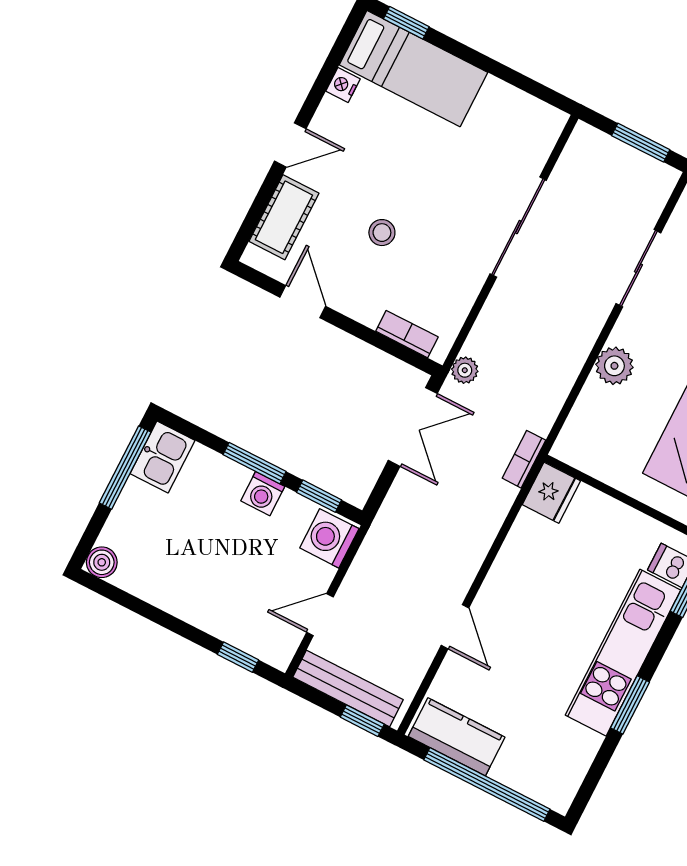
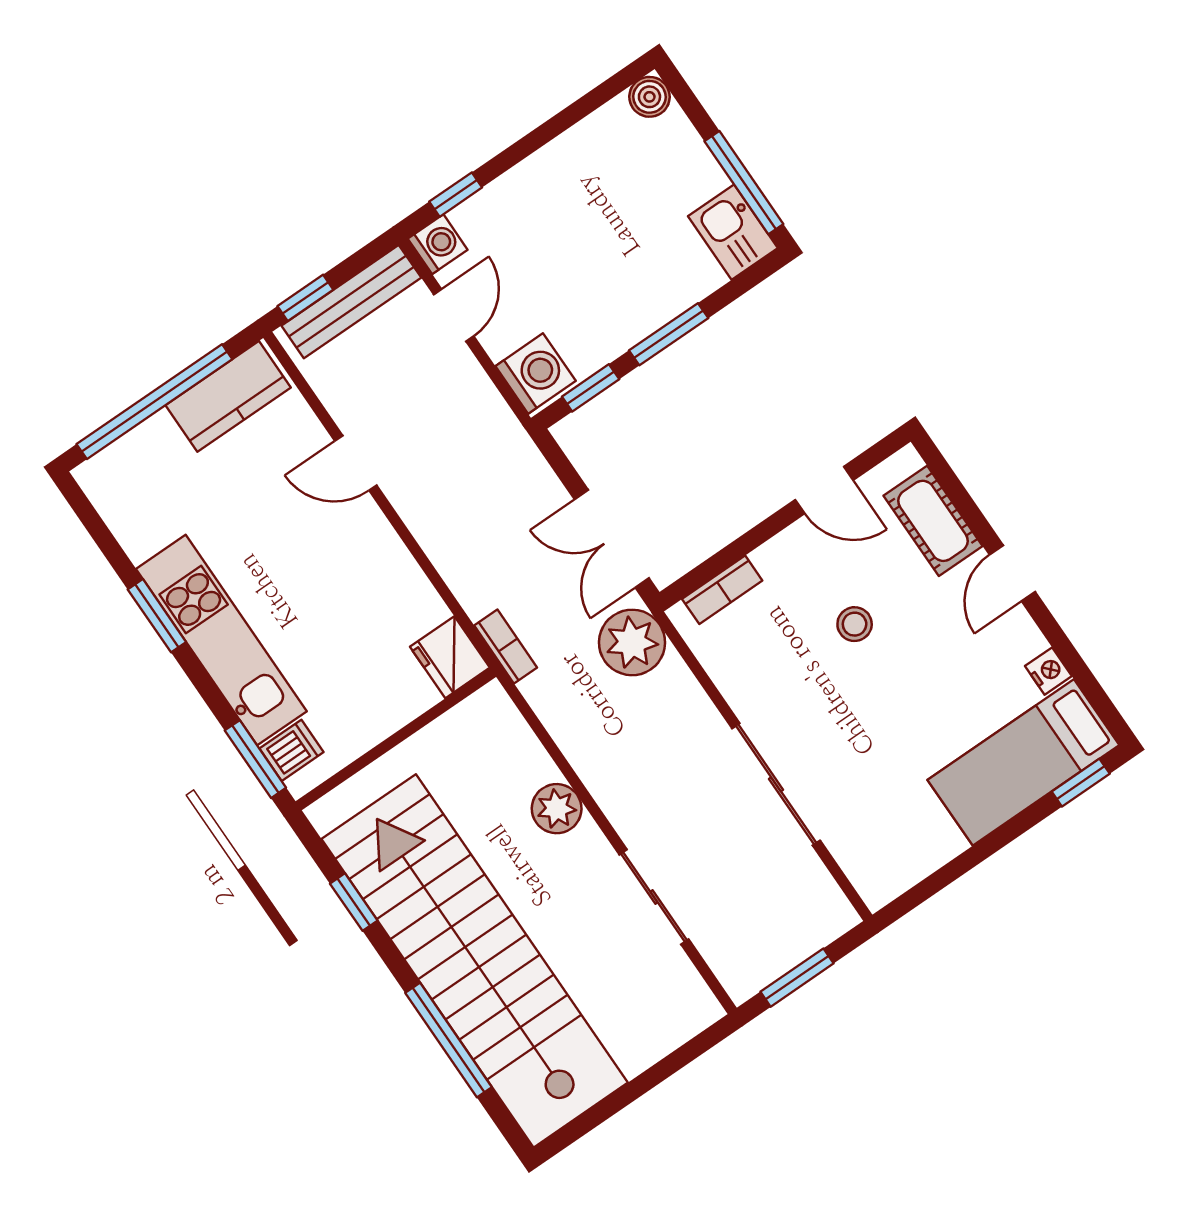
plant: (465, 370) -> (632, 642), width x1.88, depth x1.88
washing machine: (263, 494) -> (438, 244), moved, turned 90

